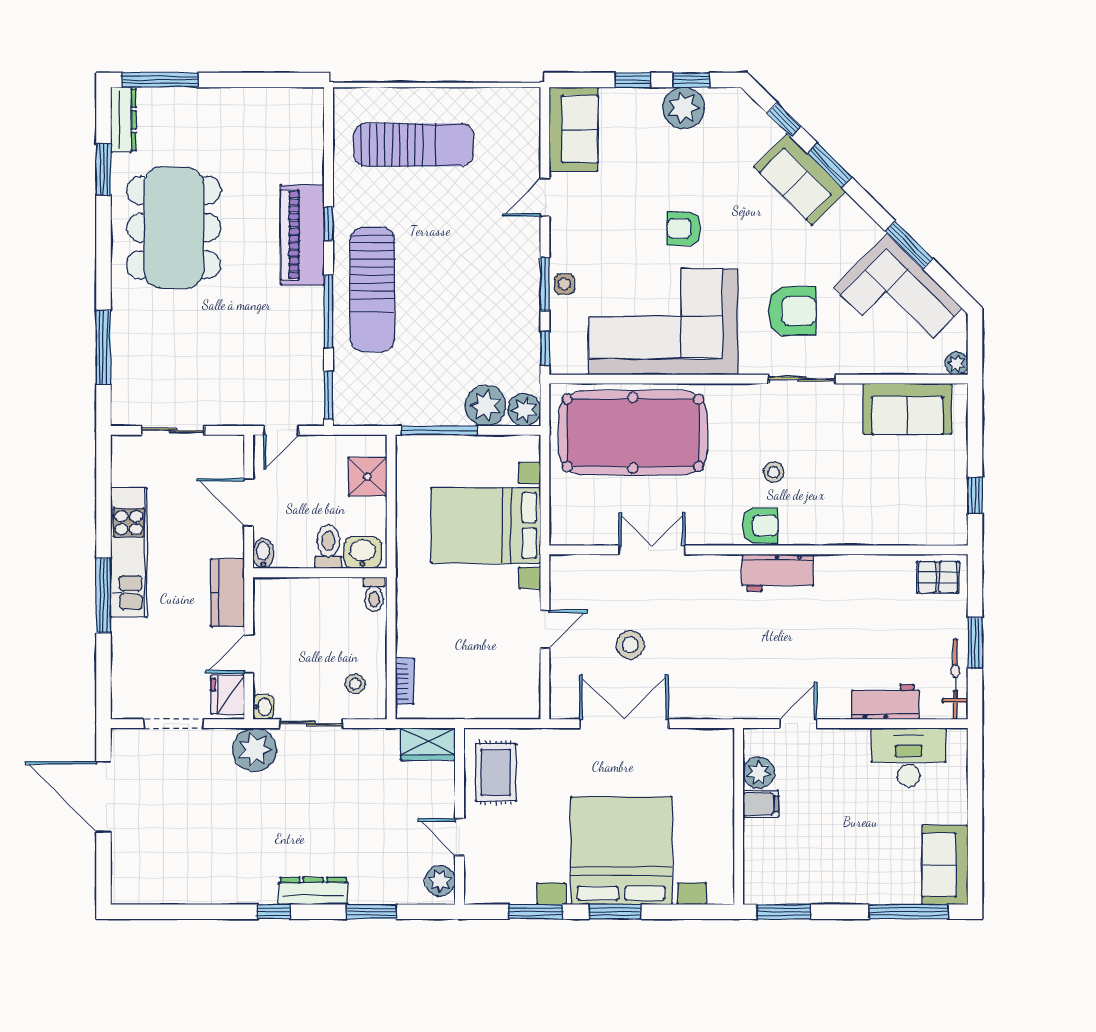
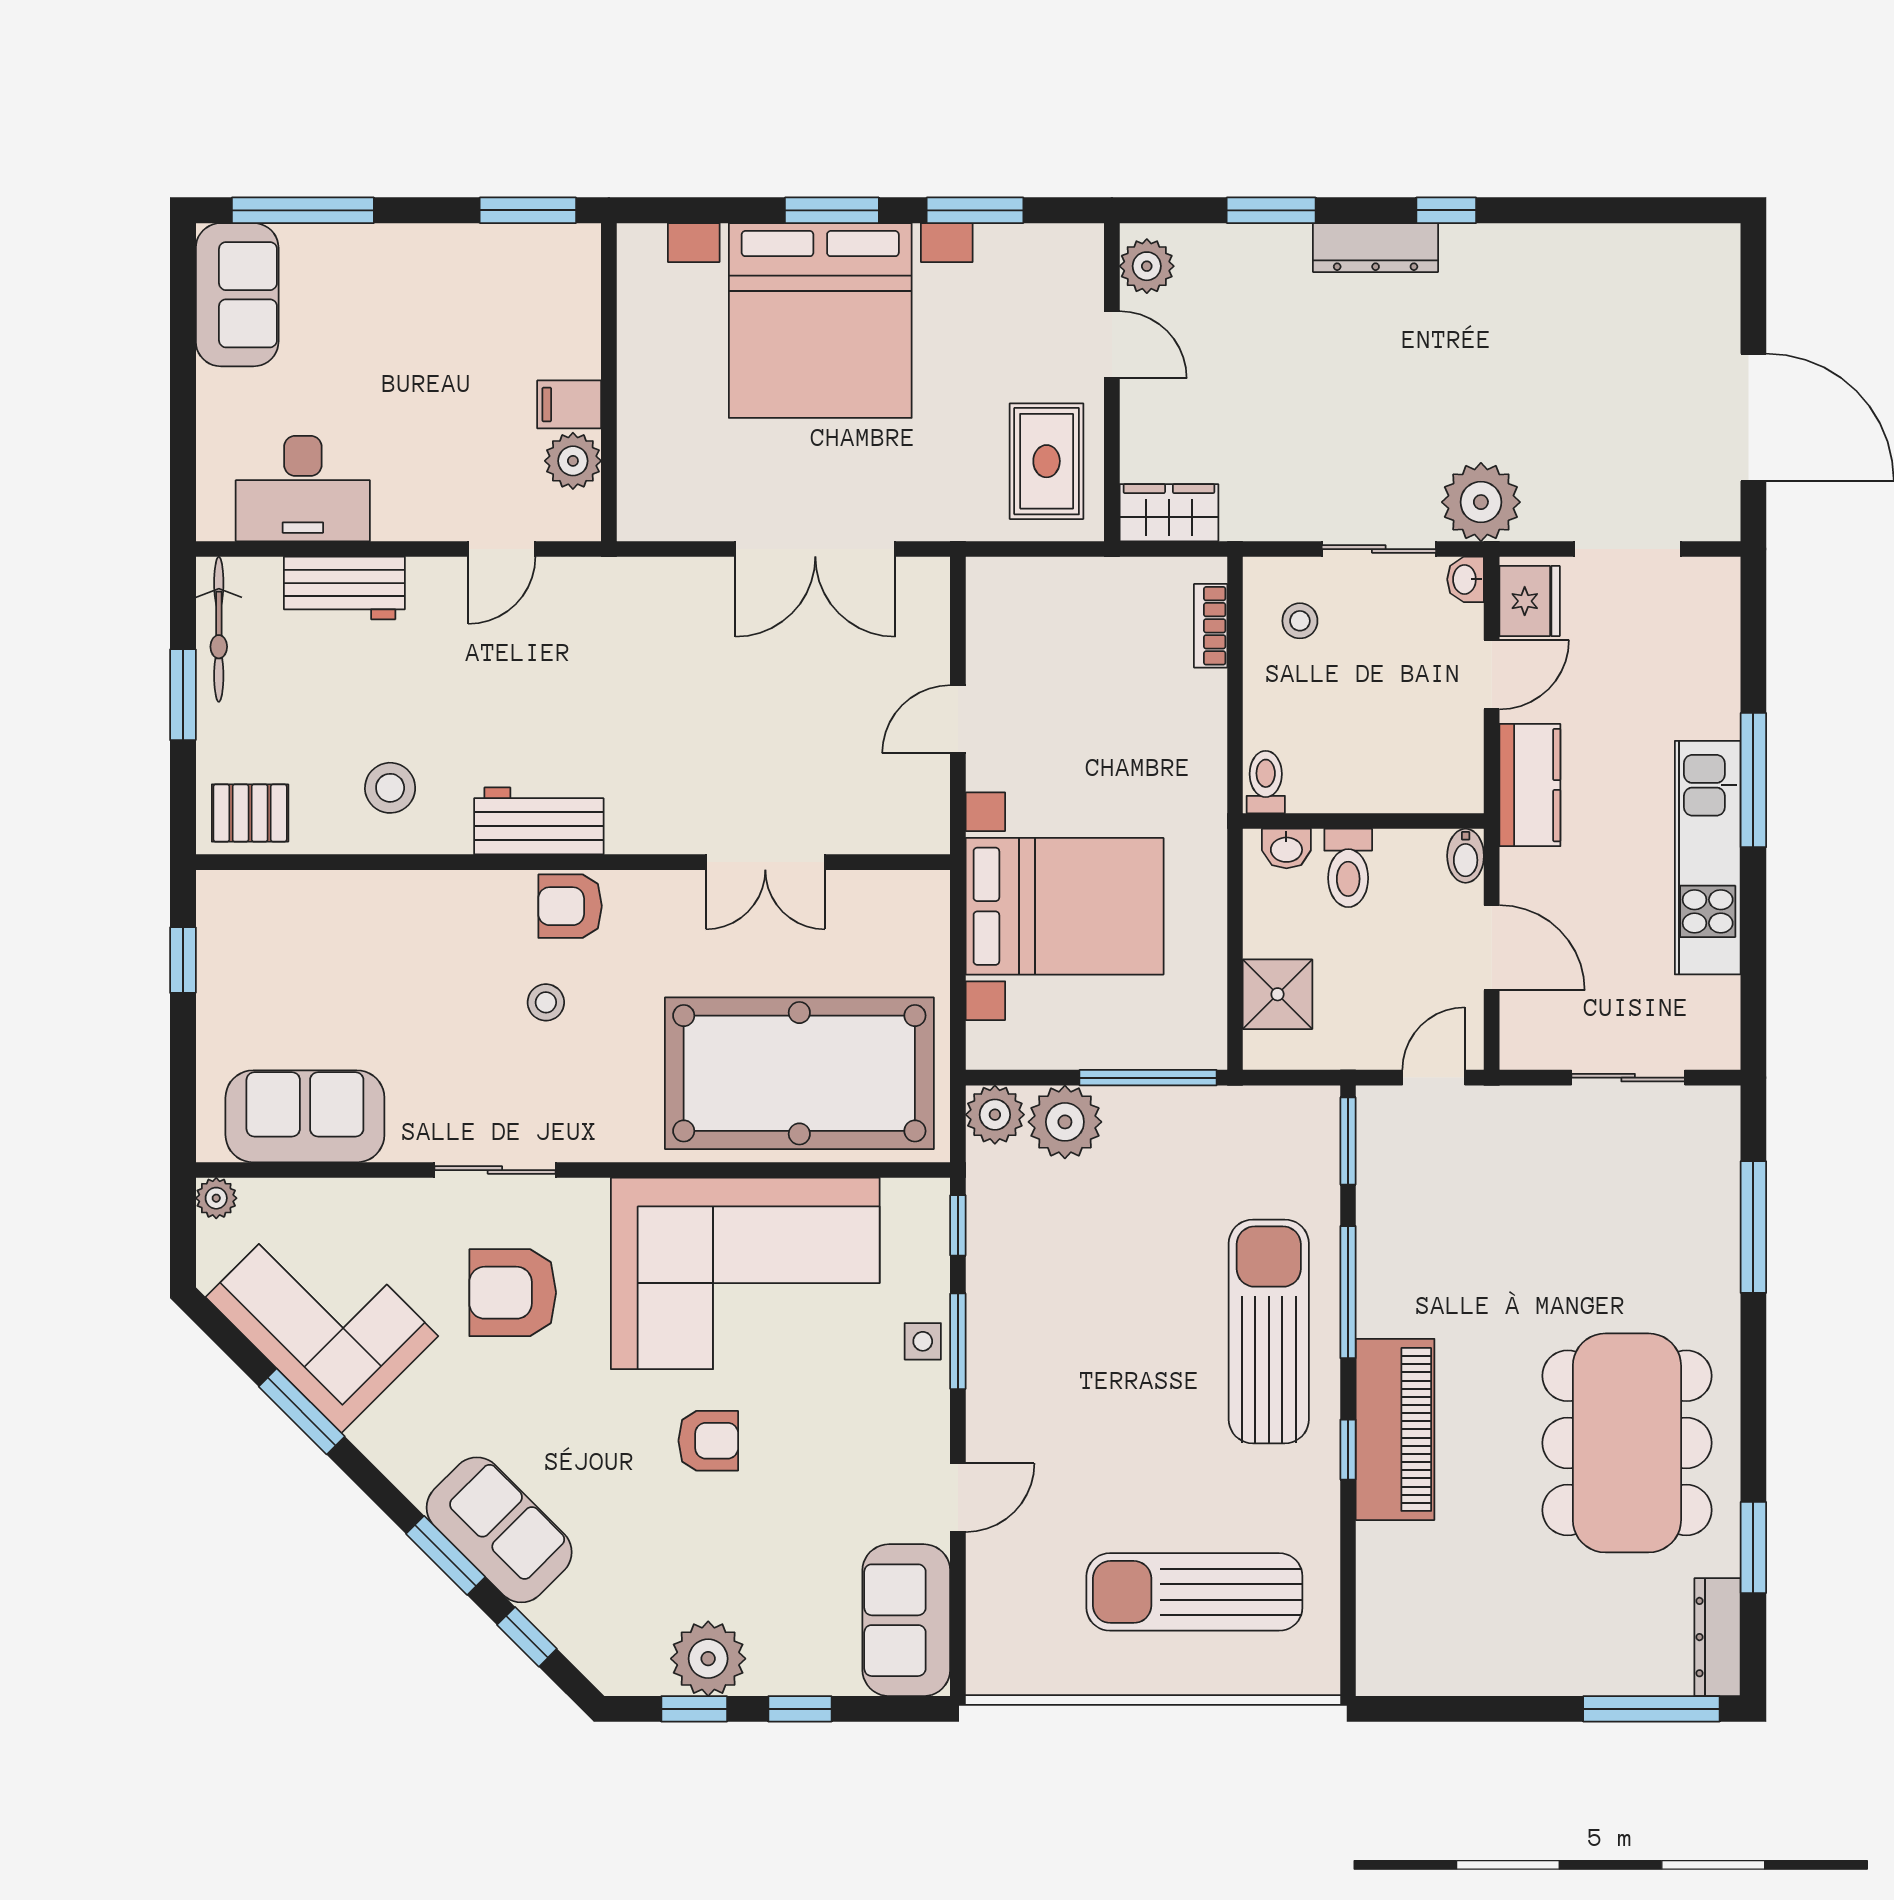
washbasin: (363, 553) -> (1286, 848), width x0.72, depth x0.69
stool: (630, 645) -> (390, 788), moved

